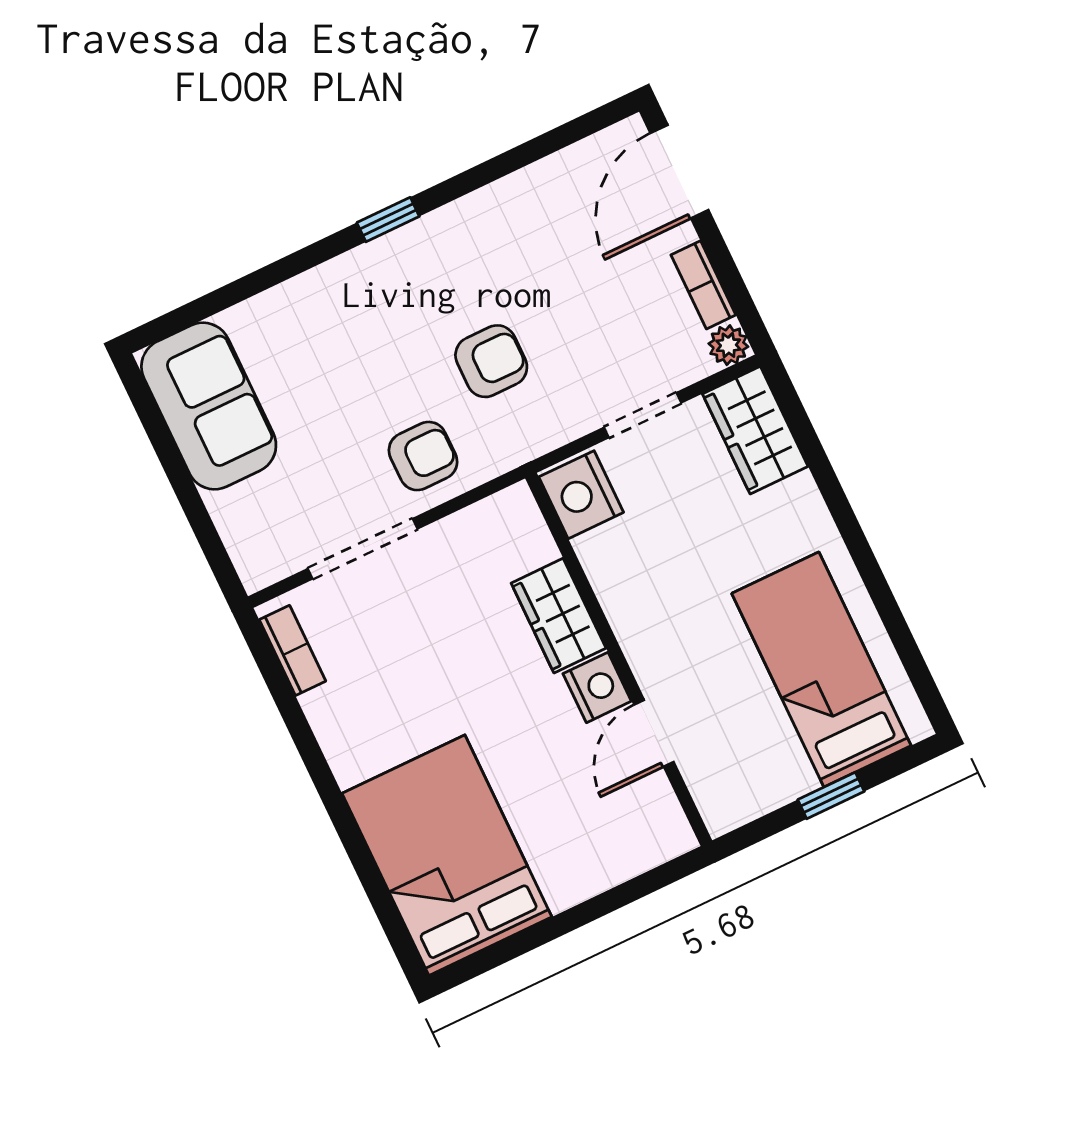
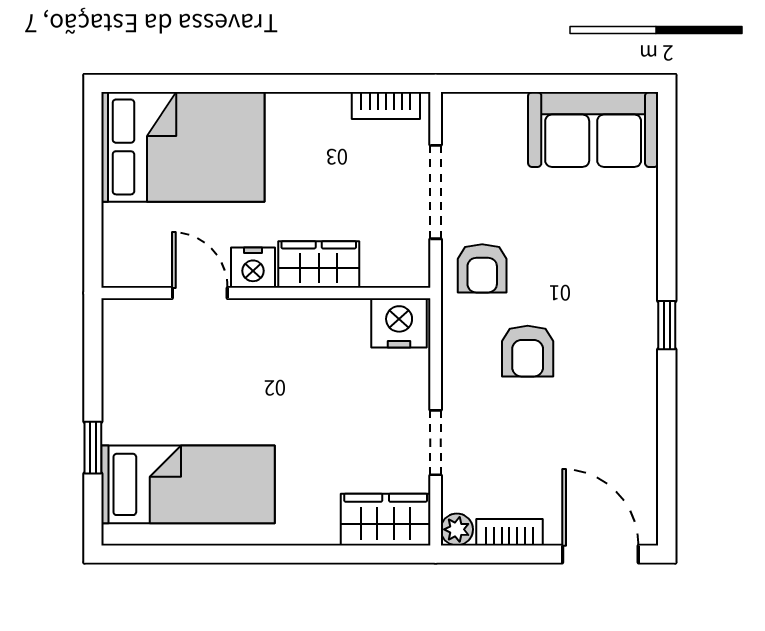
nightstand: (581, 495) -> (399, 323), moved
wardrobe: (559, 616) -> (319, 264), moved
wall: (619, 659) -> (266, 293), moved
nightstand: (597, 687) -> (253, 268), moved
door: (654, 733) -> (200, 293), moved

